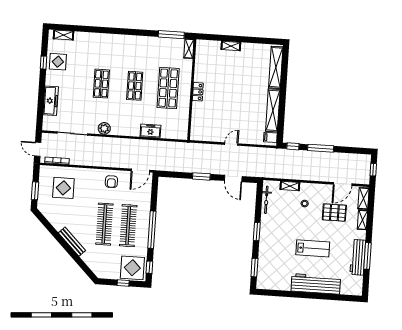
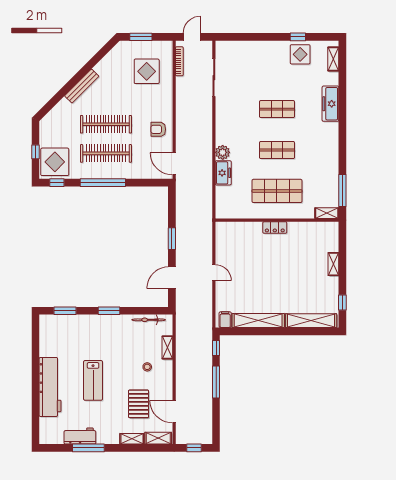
window: (263, 41) -> (342, 302), added
freezer: (51, 101) -> (330, 104), moved, turned 90
plant: (104, 128) -> (223, 152), moved
workbench: (358, 257) -> (80, 436), width x0.73

